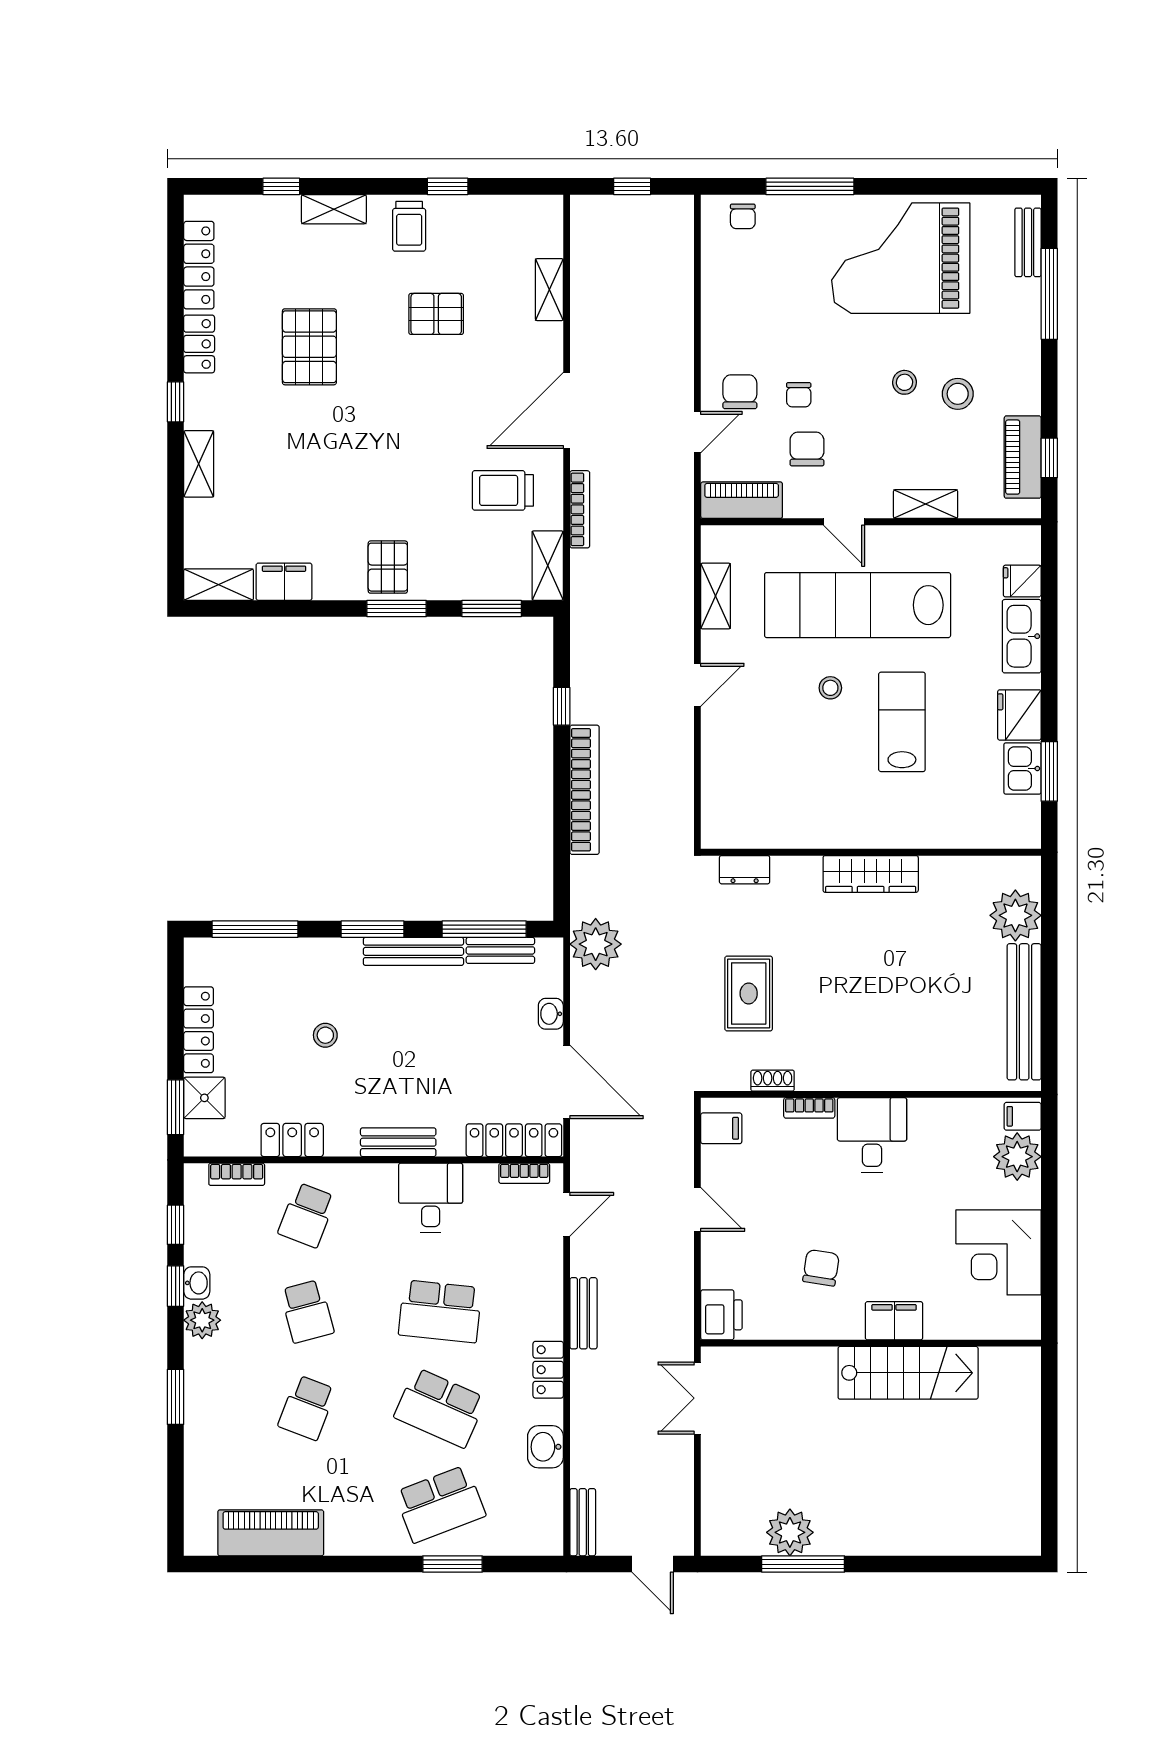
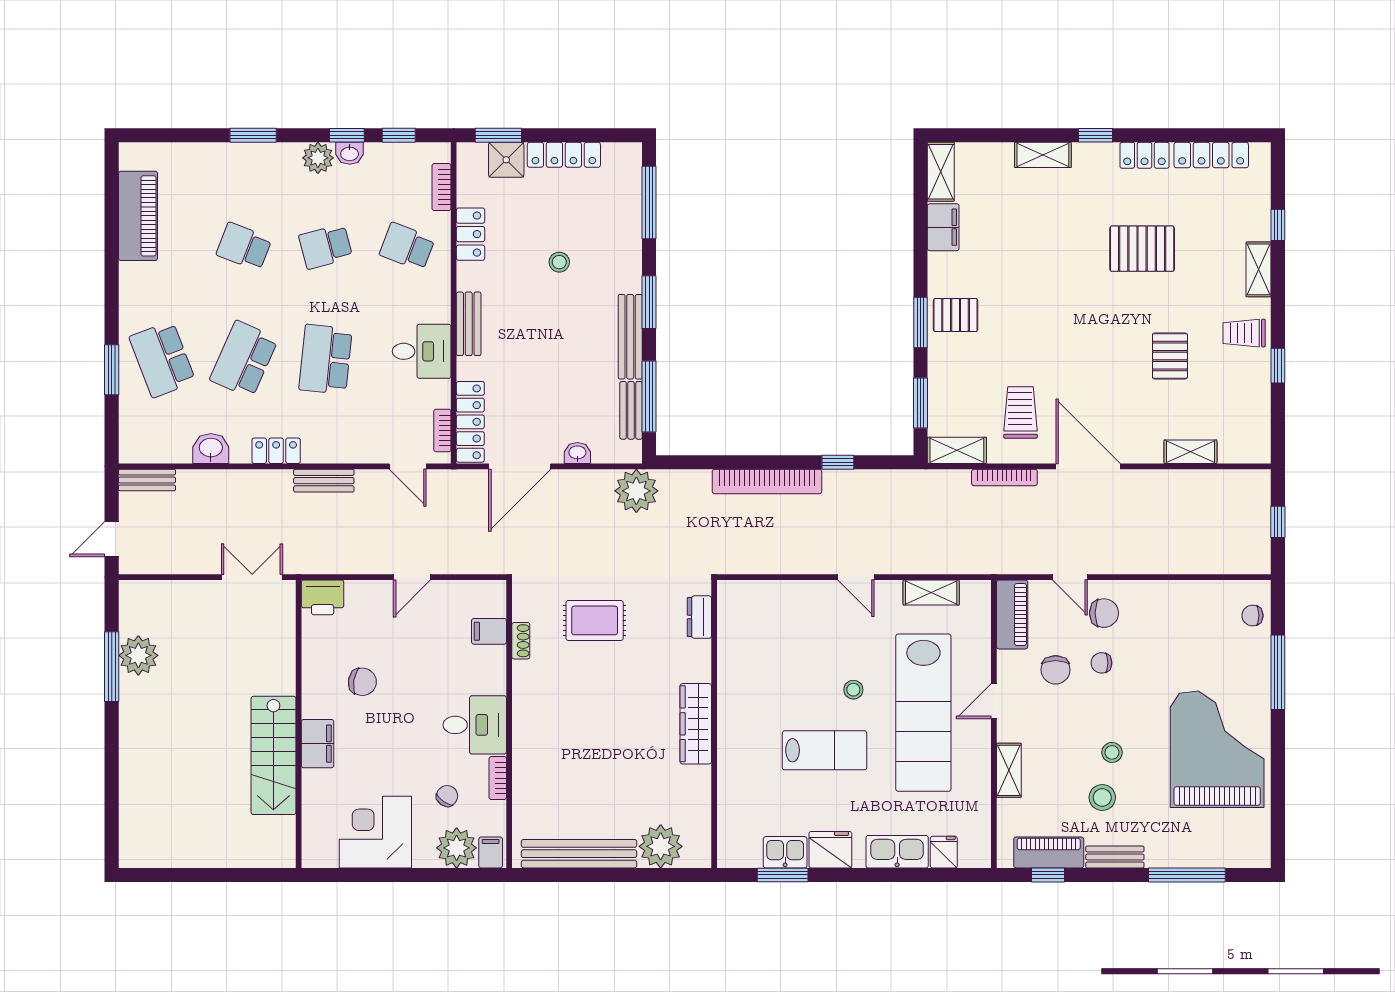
bench: (1028, 242) -> (1115, 857), moved
chair: (807, 449) -> (1056, 670), turned 90
lab bench: (858, 605) -> (923, 713), turned 180
bookcase: (809, 1108) -> (498, 778), moved
filing cabinet: (721, 1128) -> (489, 631), moved, turned 90
chair: (956, 1168) -> (447, 796), added

